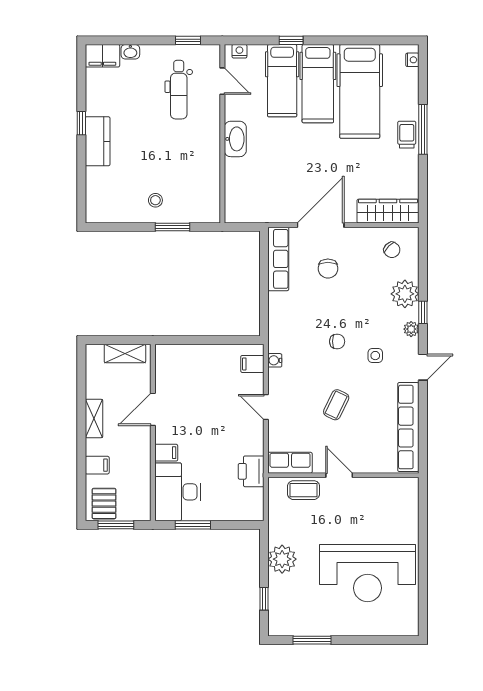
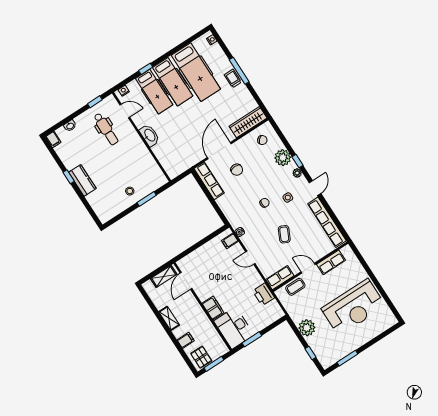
filing cabinet: (102, 56) -> (53, 139), width x0.50
door: (153, 409) -> (186, 281), moved
filing cabinet: (166, 453) -> (213, 308), width x2.00
row of seats: (377, 488) -> (331, 262), added

